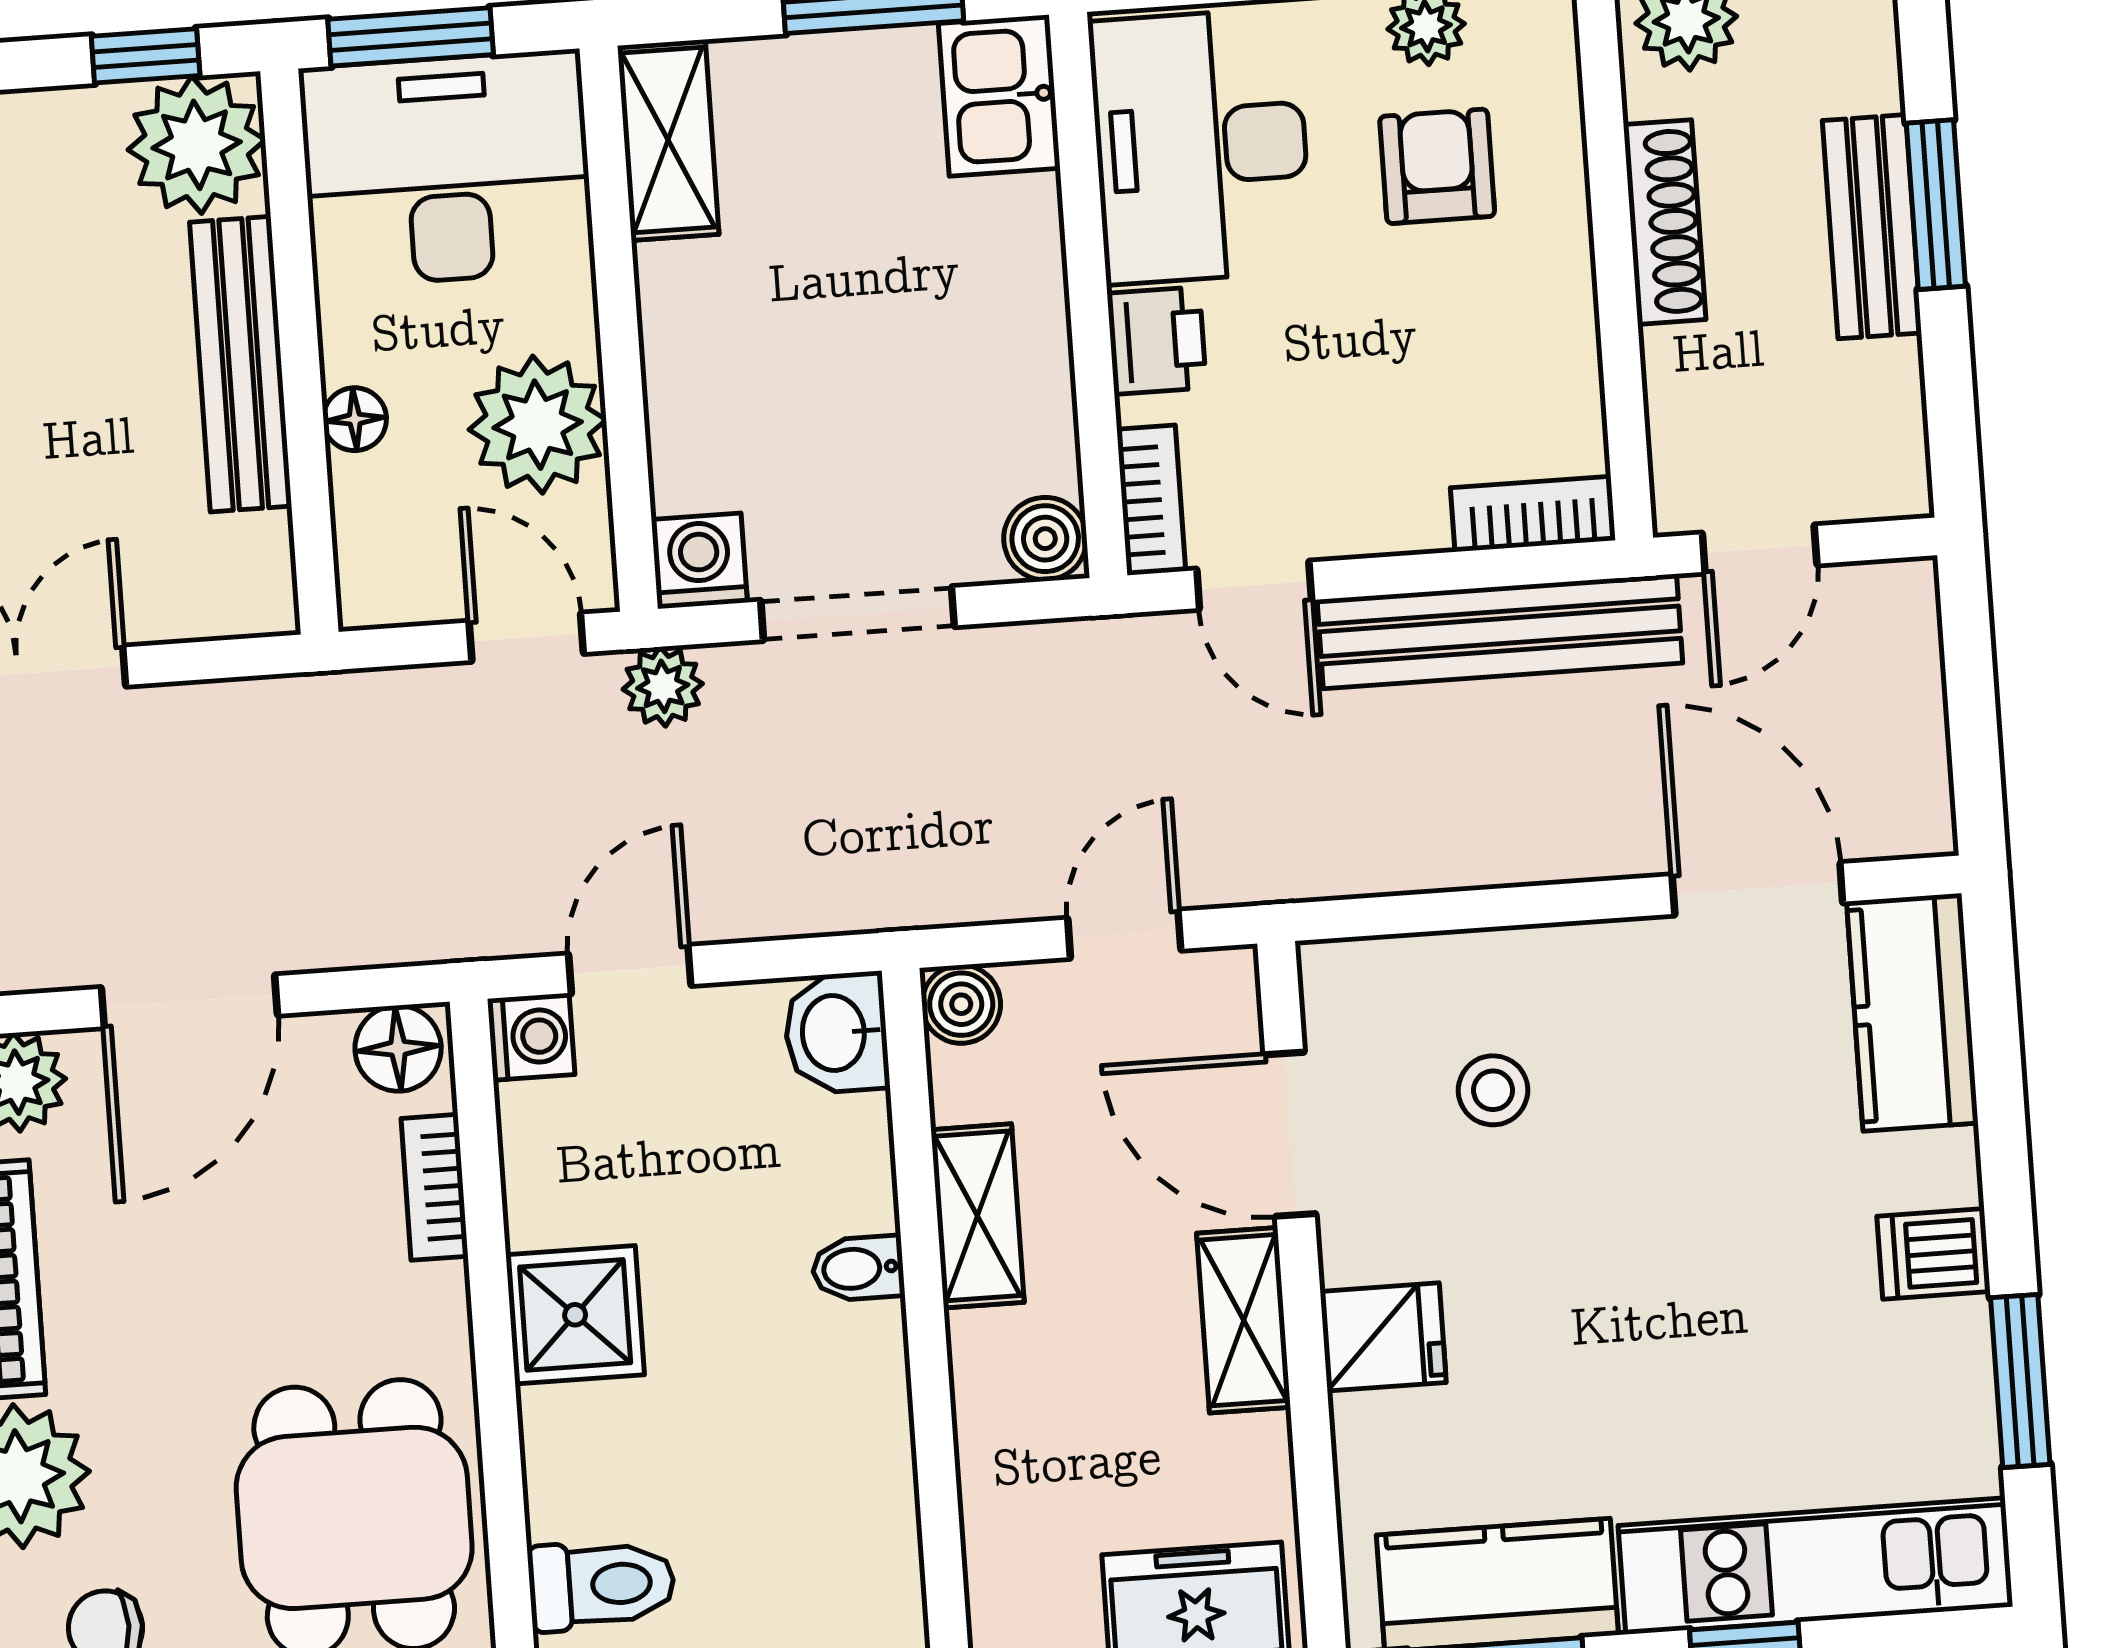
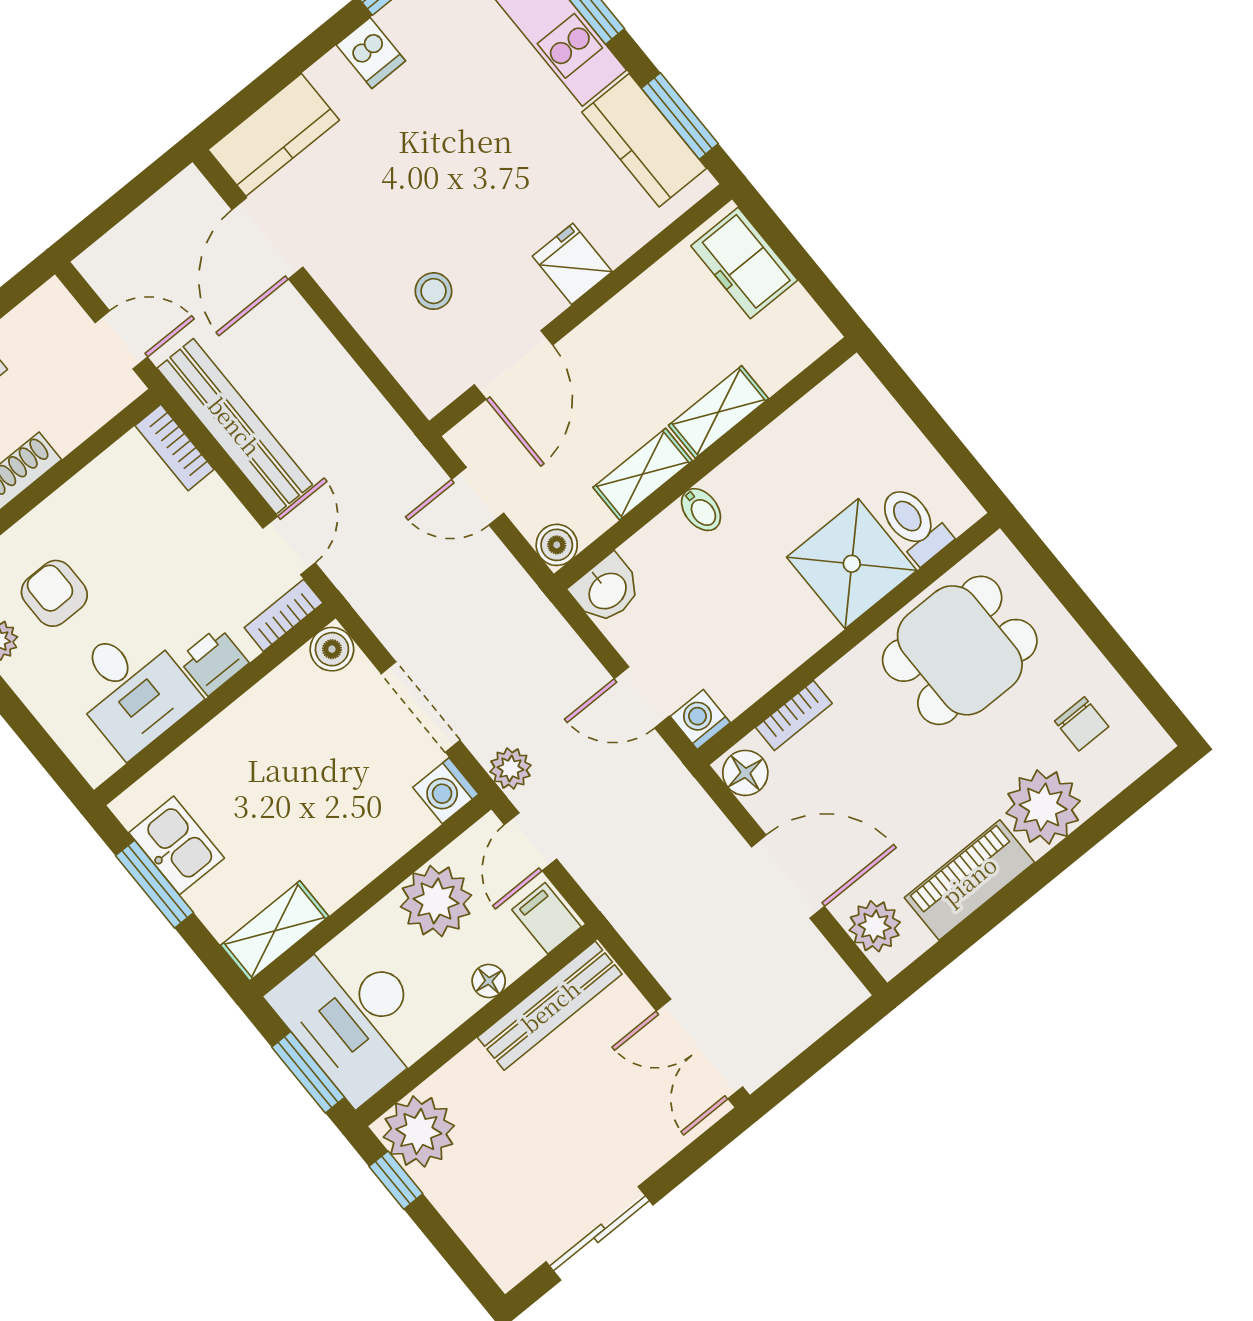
kitchen sink: (999, 96) -> (177, 845), moved, turned -90
desk: (1201, 146) -> (131, 689), width x0.73
armchair: (1437, 166) -> (54, 593), turned 90
bench: (241, 364) -> (550, 1006), moved
filing cabinet: (389, 578) -> (546, 918), added
shower: (575, 1315) -> (852, 564), moved, width x1.36, depth x1.36
shelving: (1244, 1320) -> (719, 412), moved

